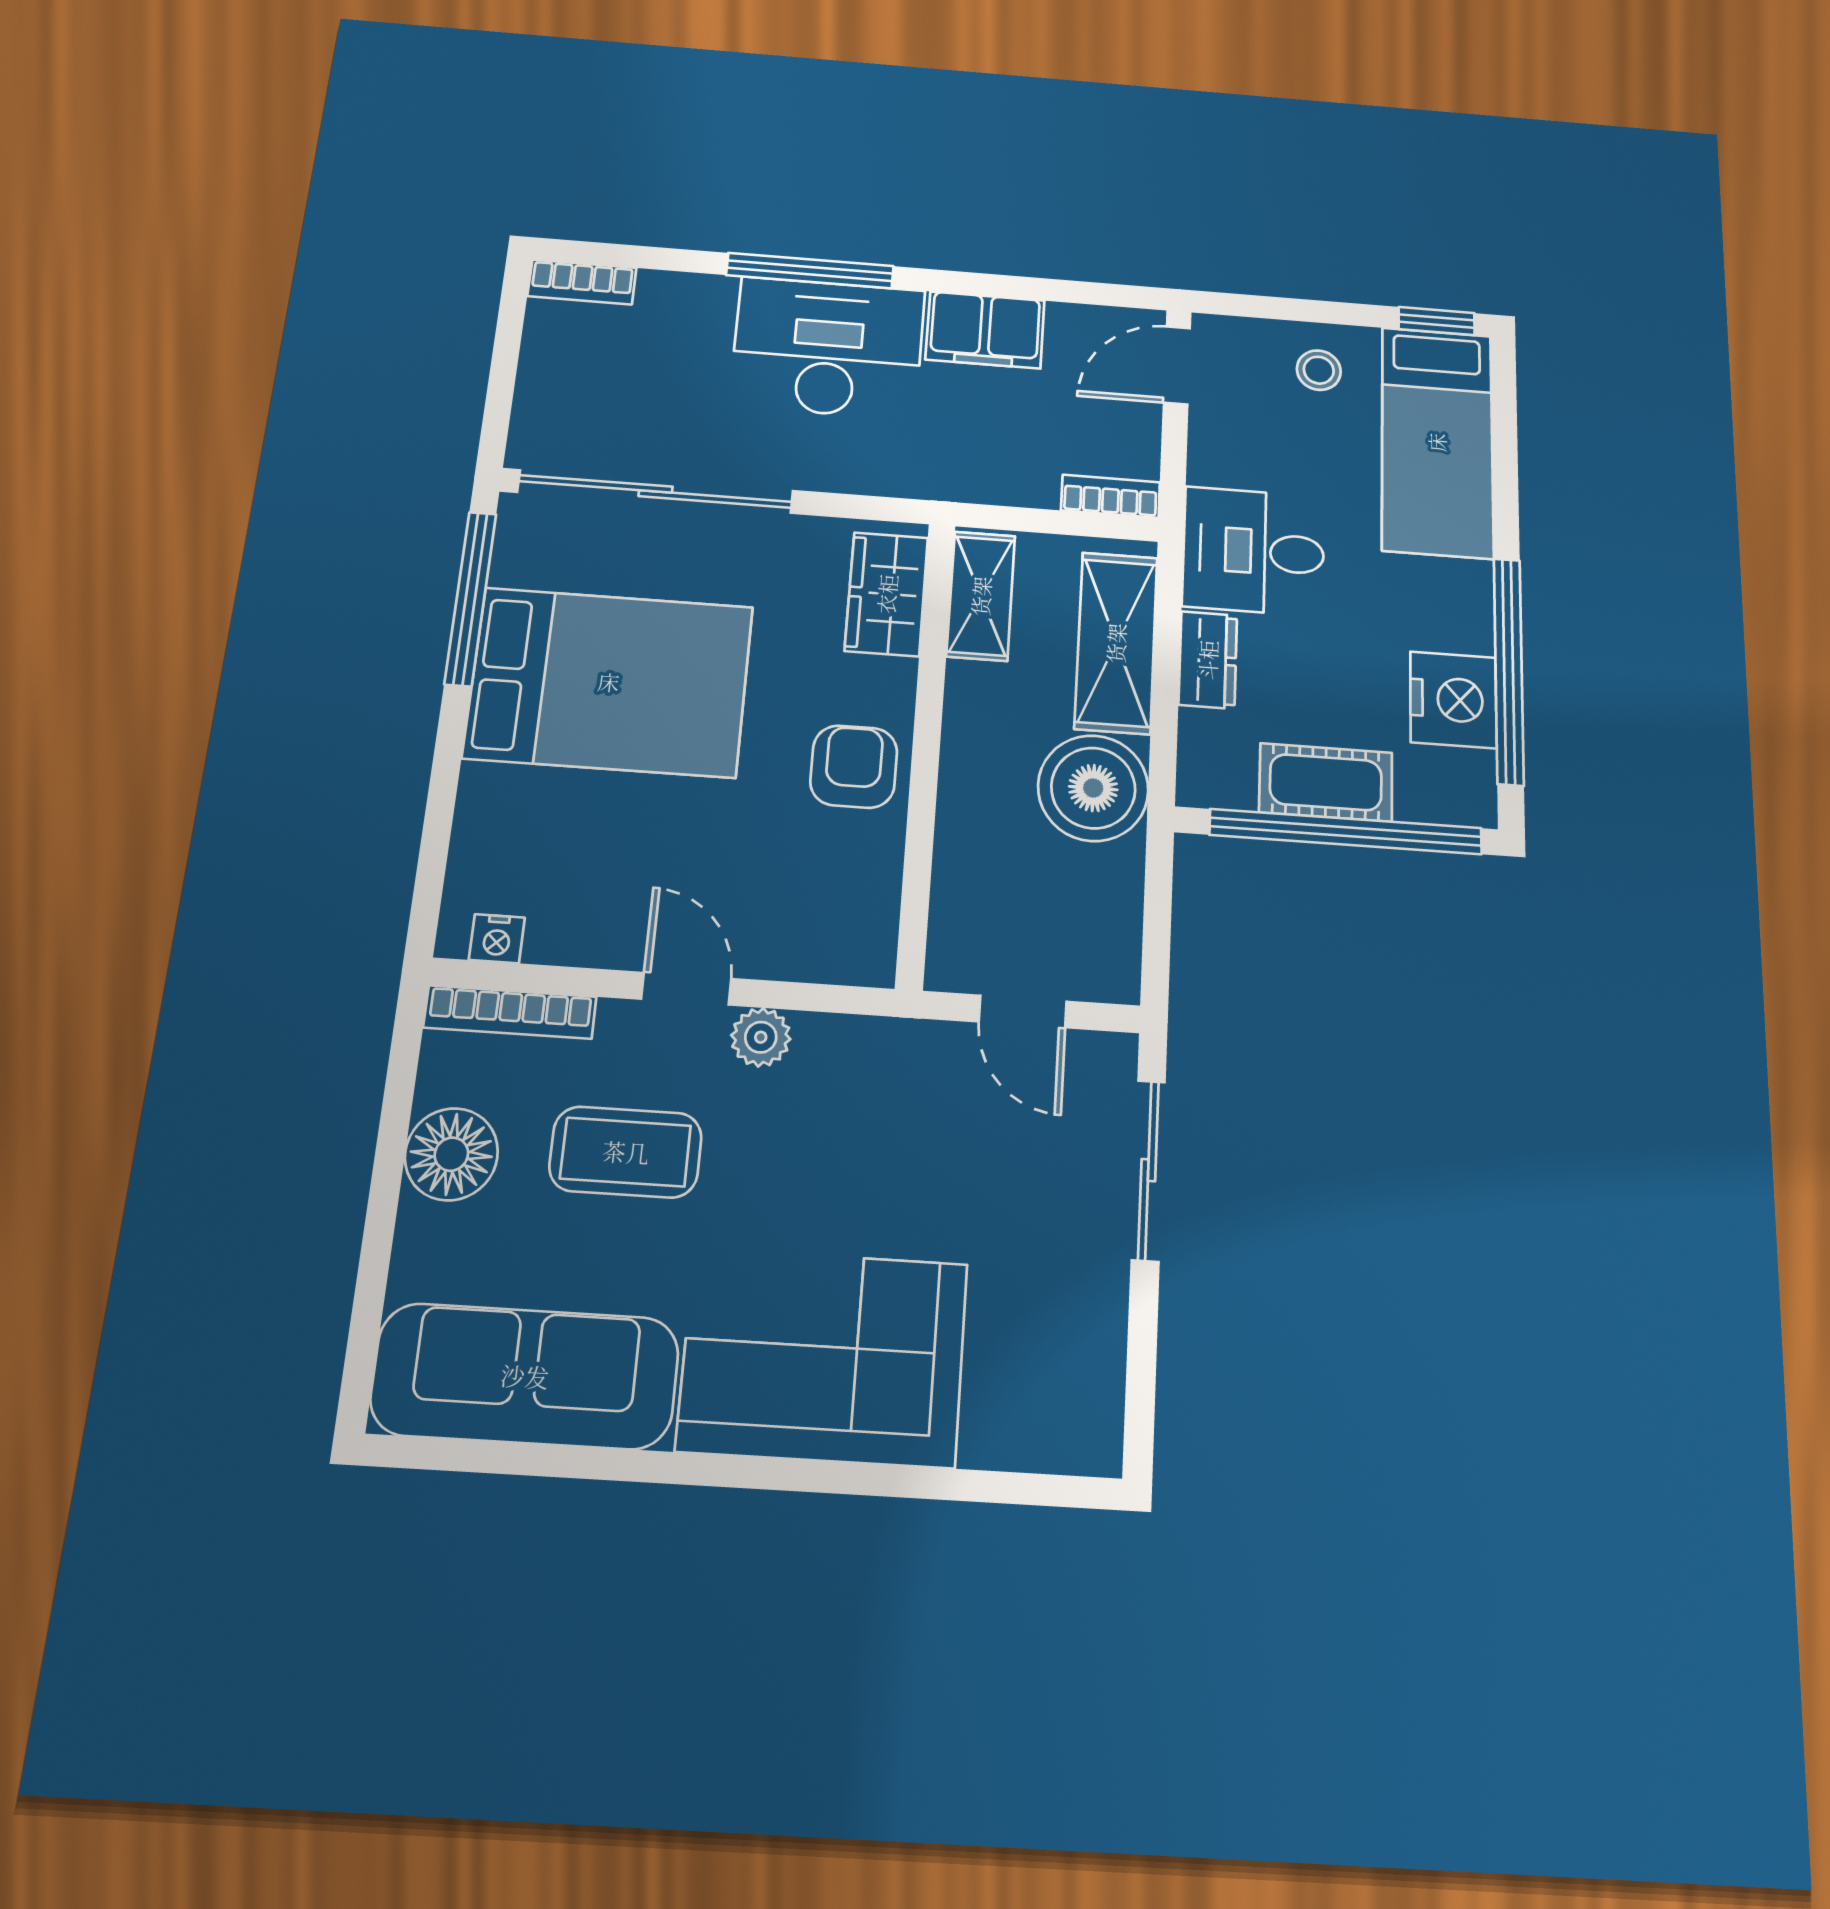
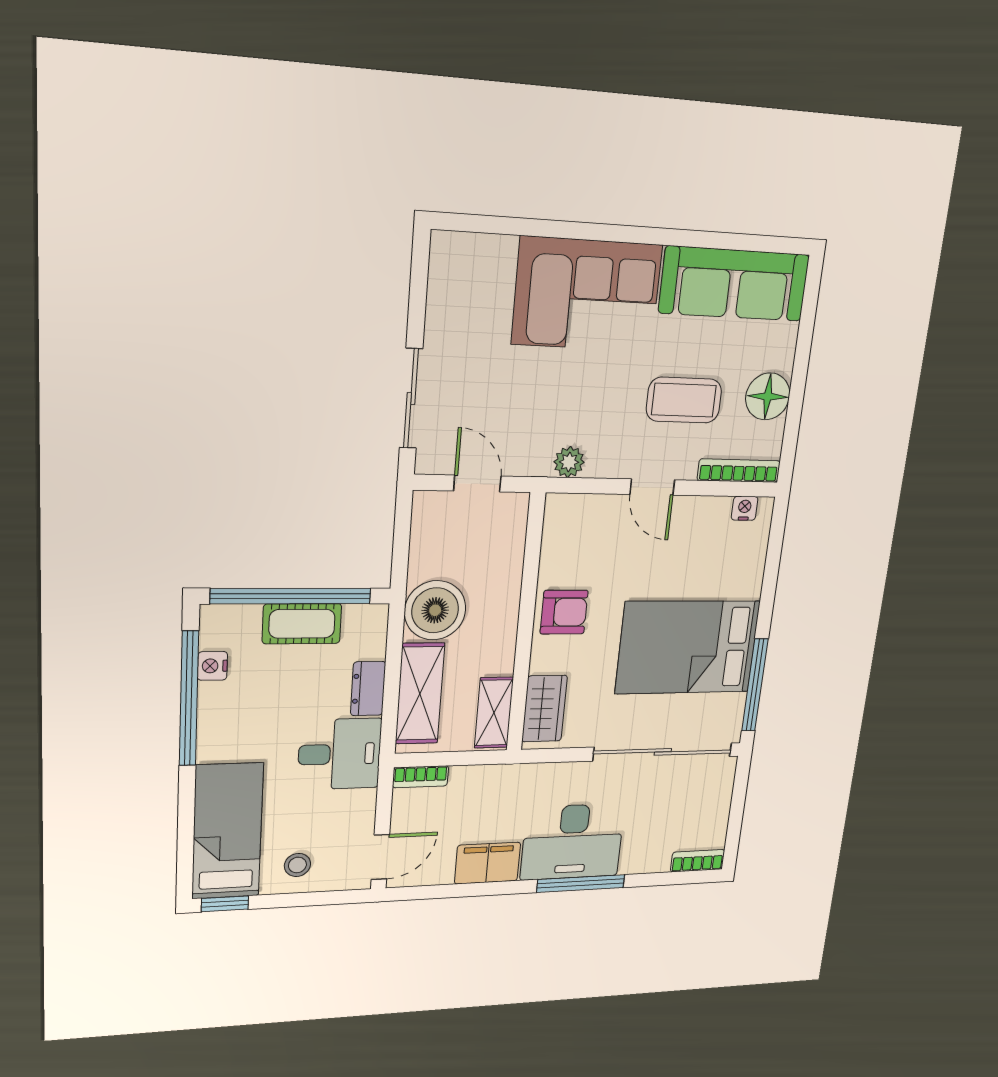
nightstand: (1453, 700) -> (212, 666), width x0.53, depth x0.56
armchair: (854, 767) -> (564, 612), turned -90
plant: (761, 1037) -> (569, 462), moved

